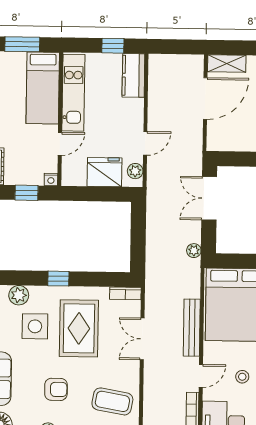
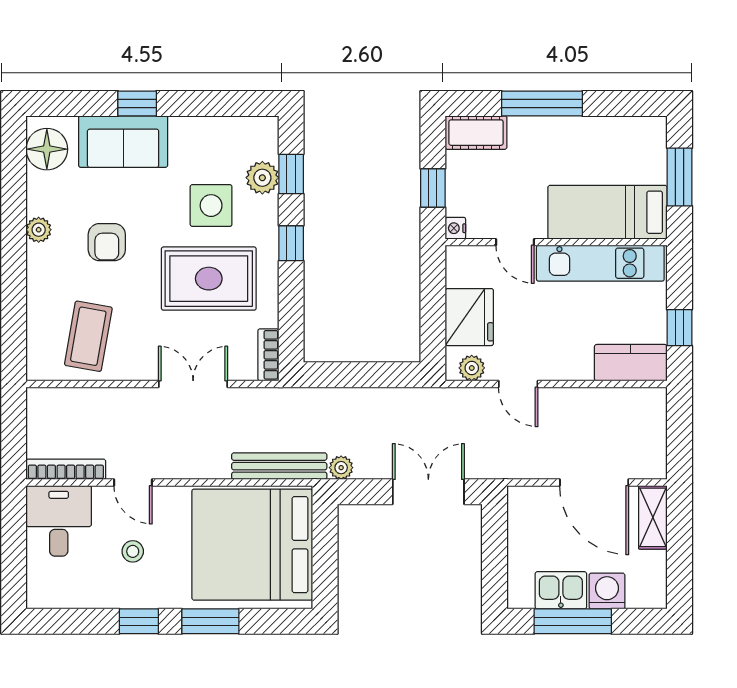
window: (17, 278) -> (291, 174), added
bench: (192, 328) -> (279, 466), moved

